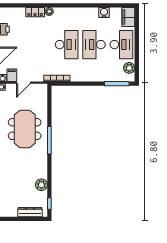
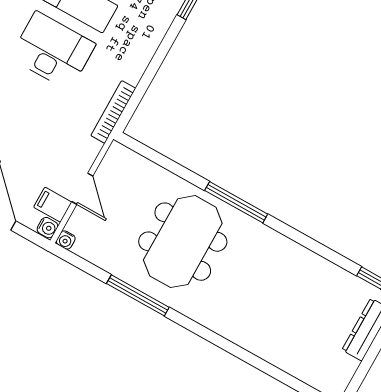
meeting table: (25, 129) -> (183, 242), turned 90
plant: (41, 185) -> (322, 272), removed

